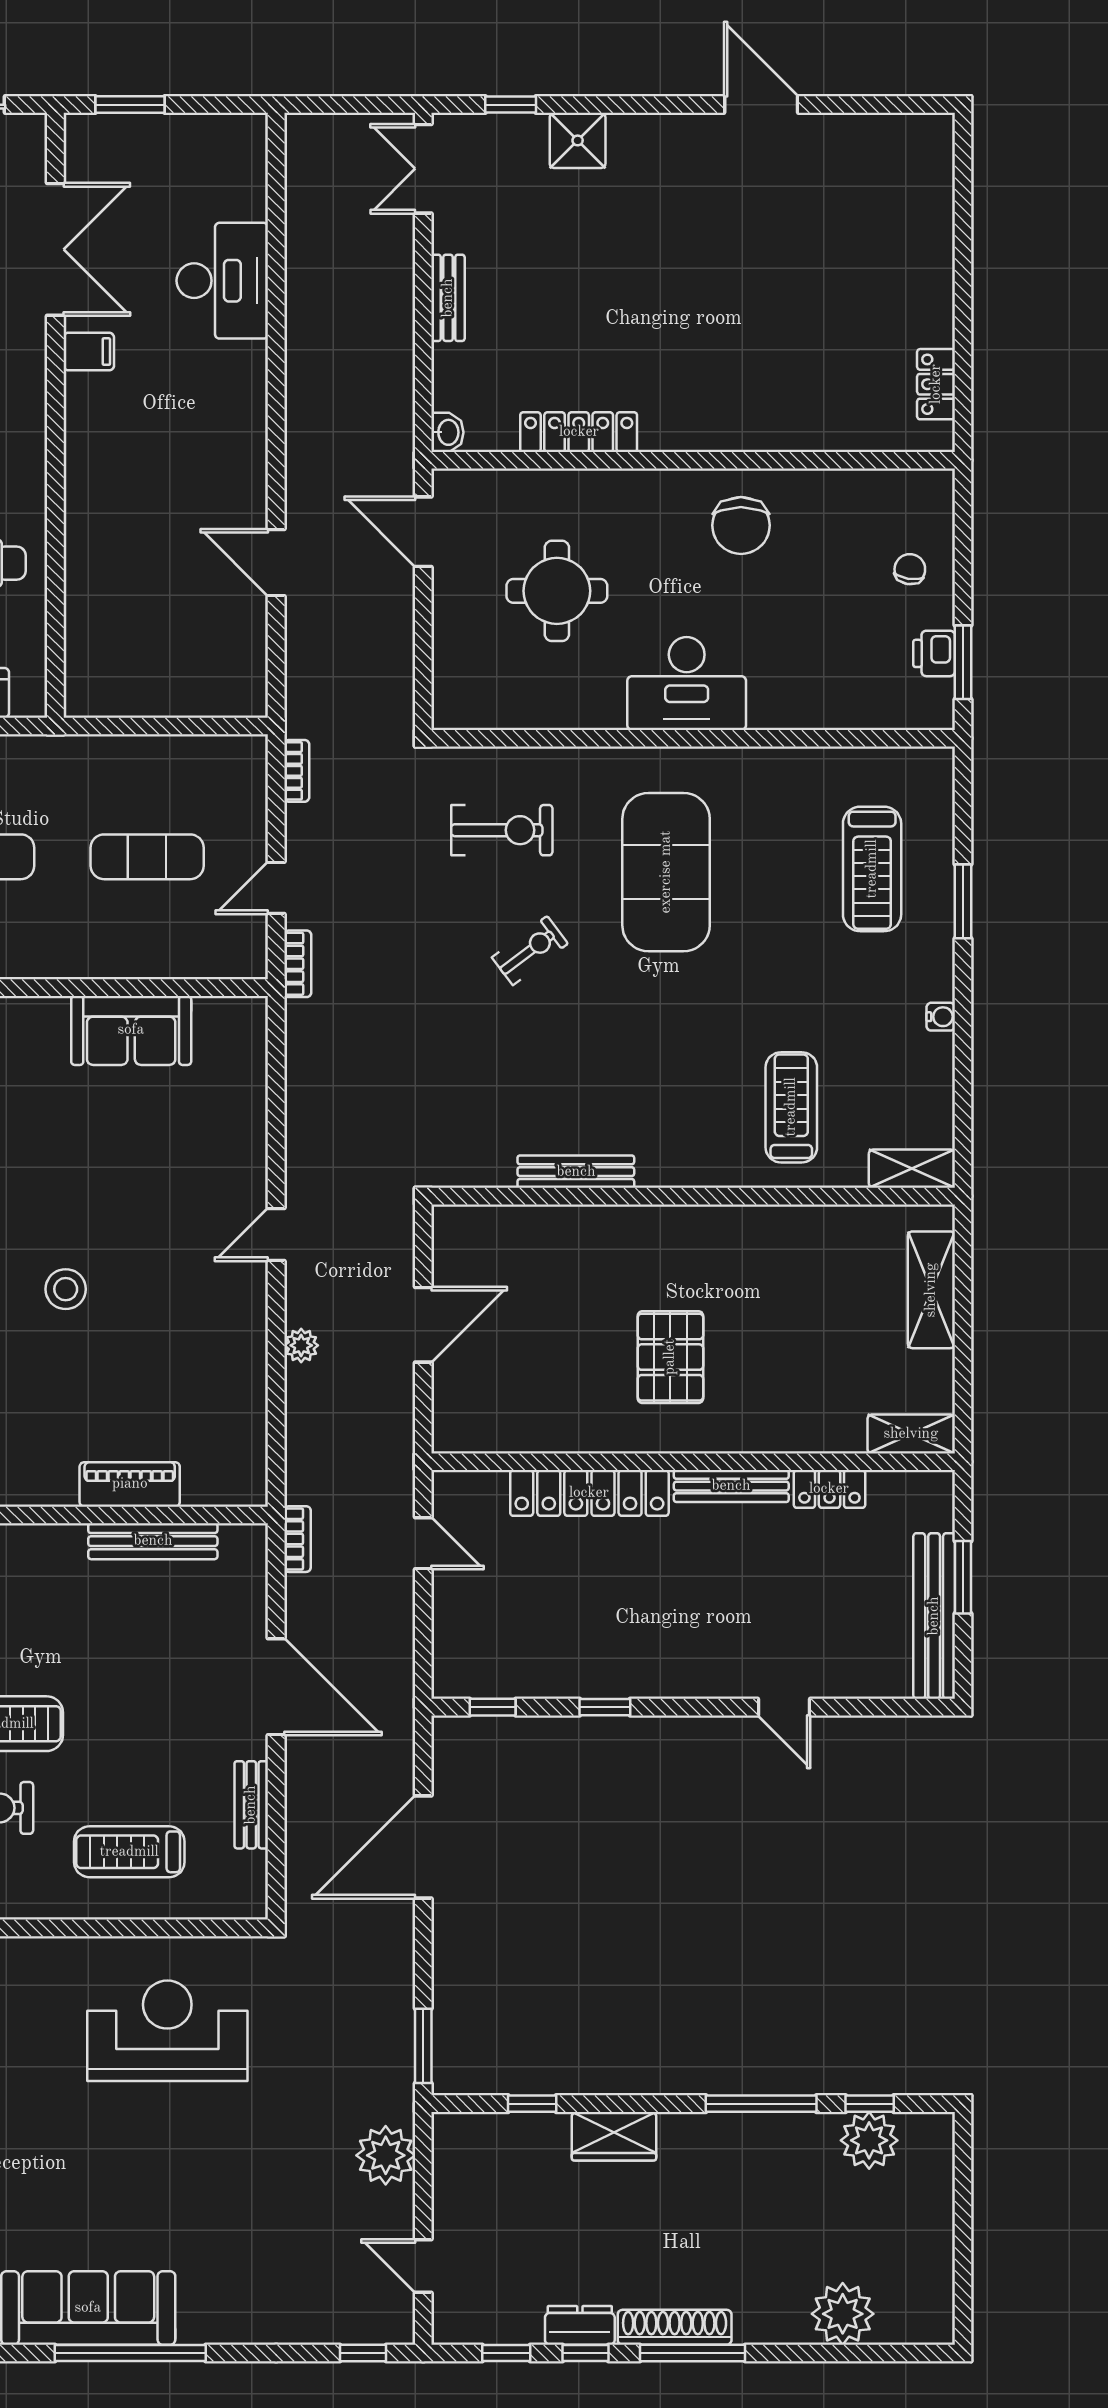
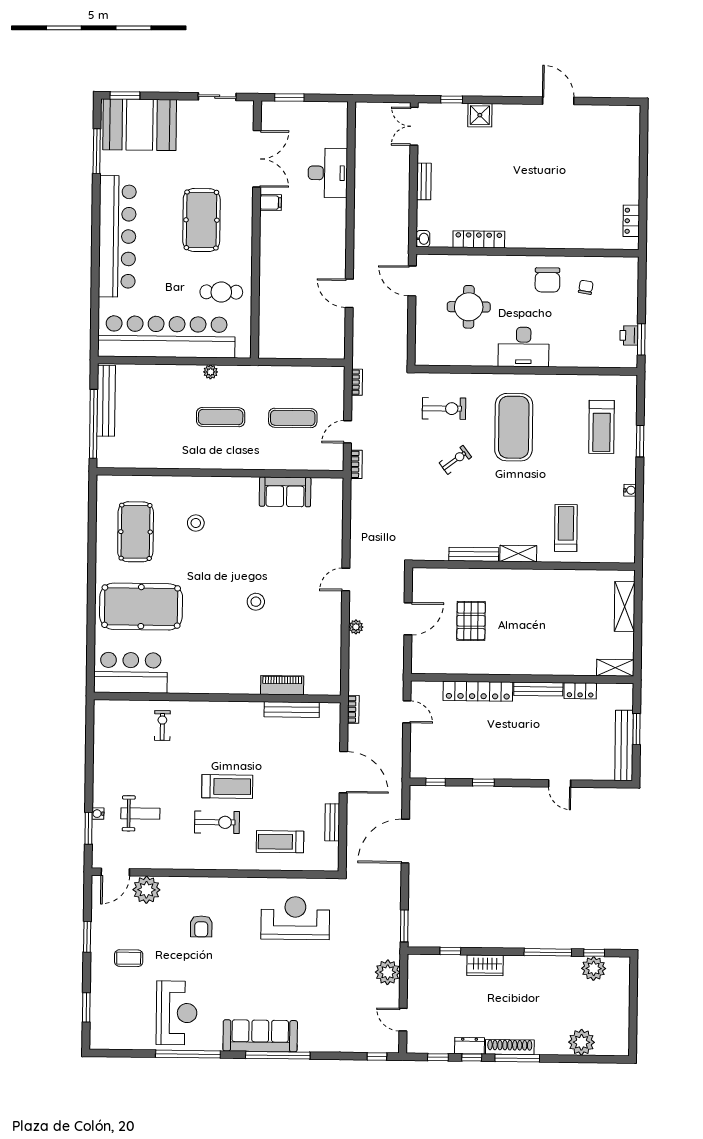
chair: (910, 569) -> (586, 287), moved
shelving: (912, 1169) -> (518, 554), moved
pallet: (670, 1357) -> (471, 621), moved

